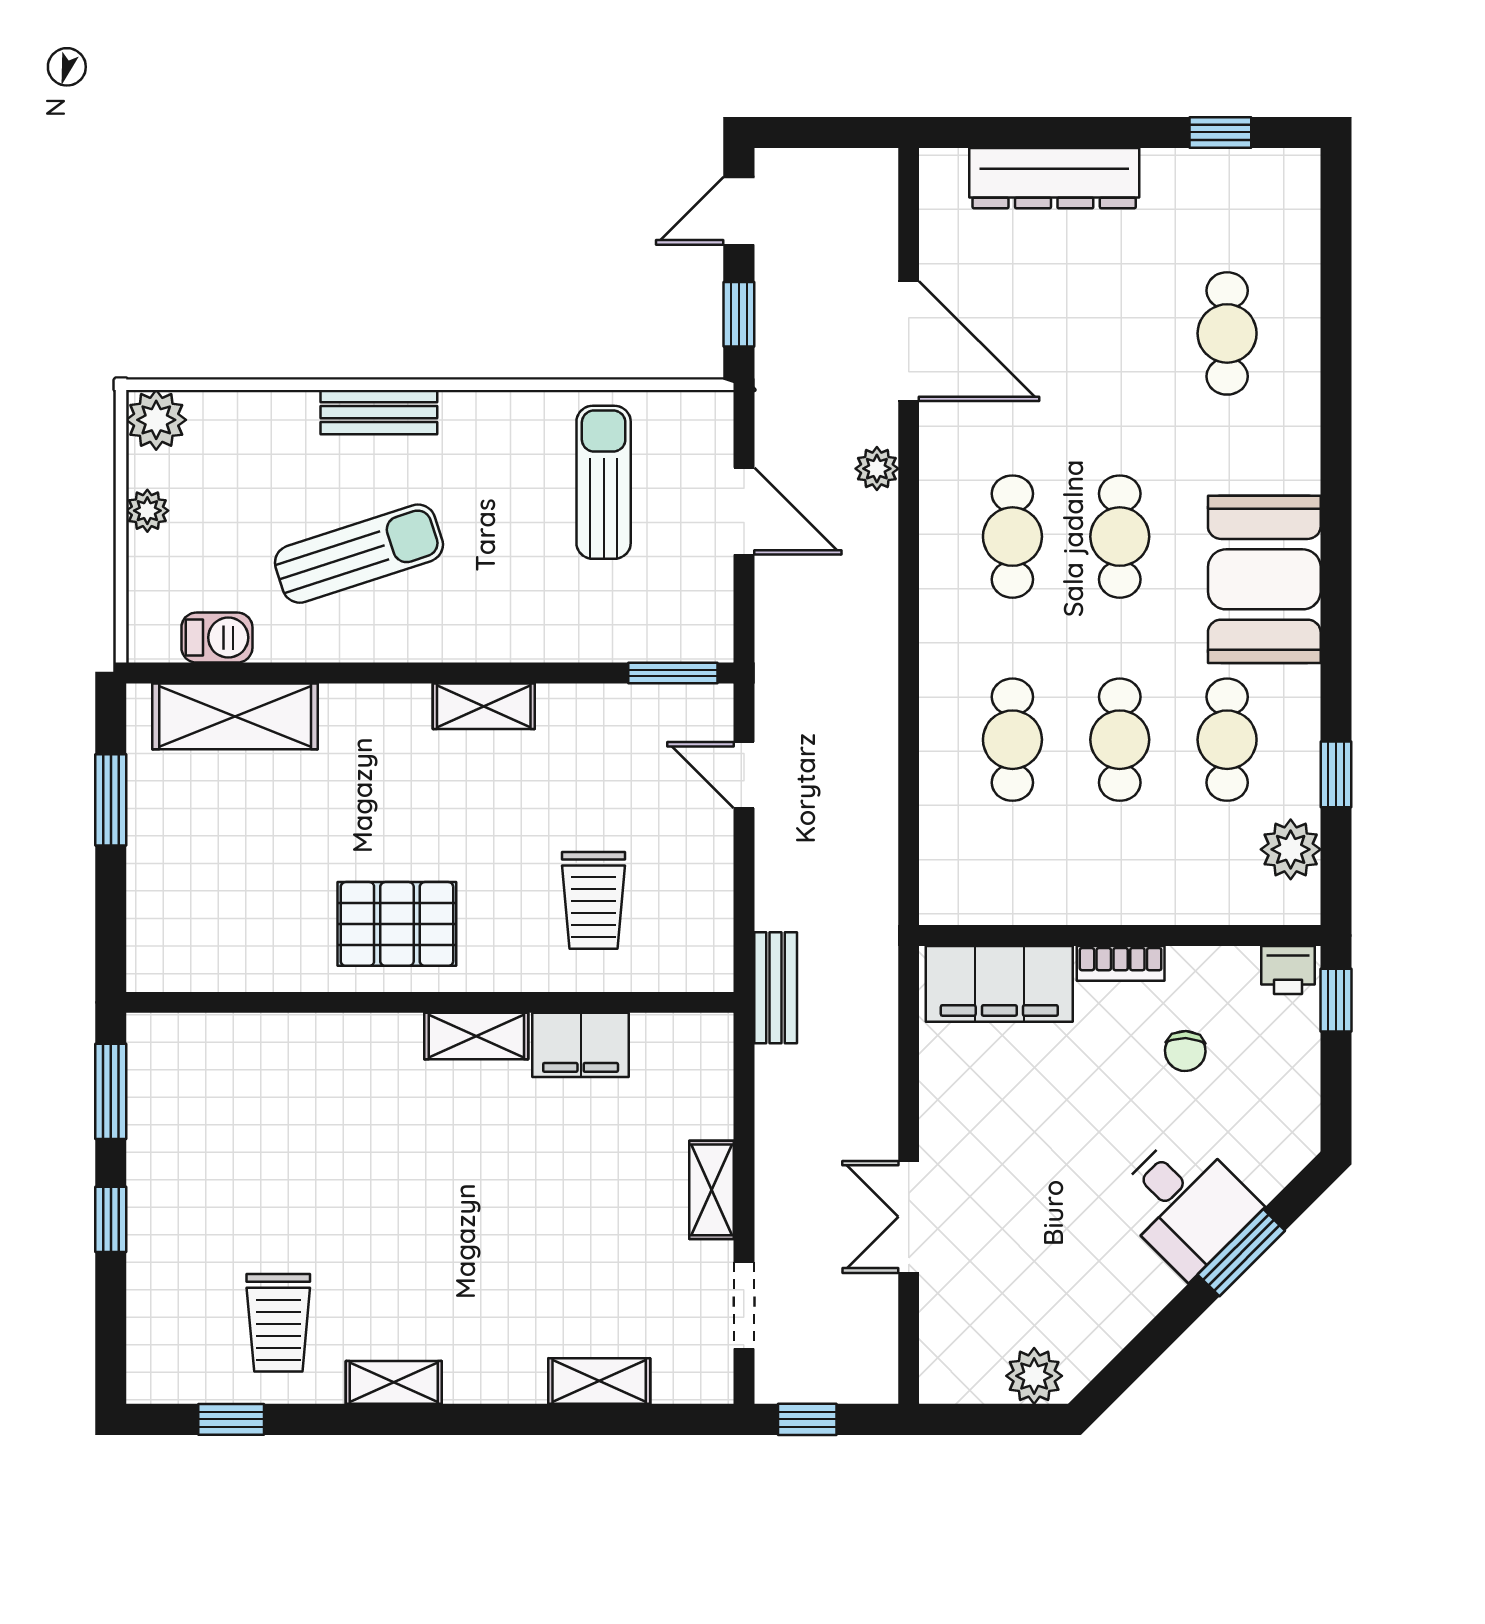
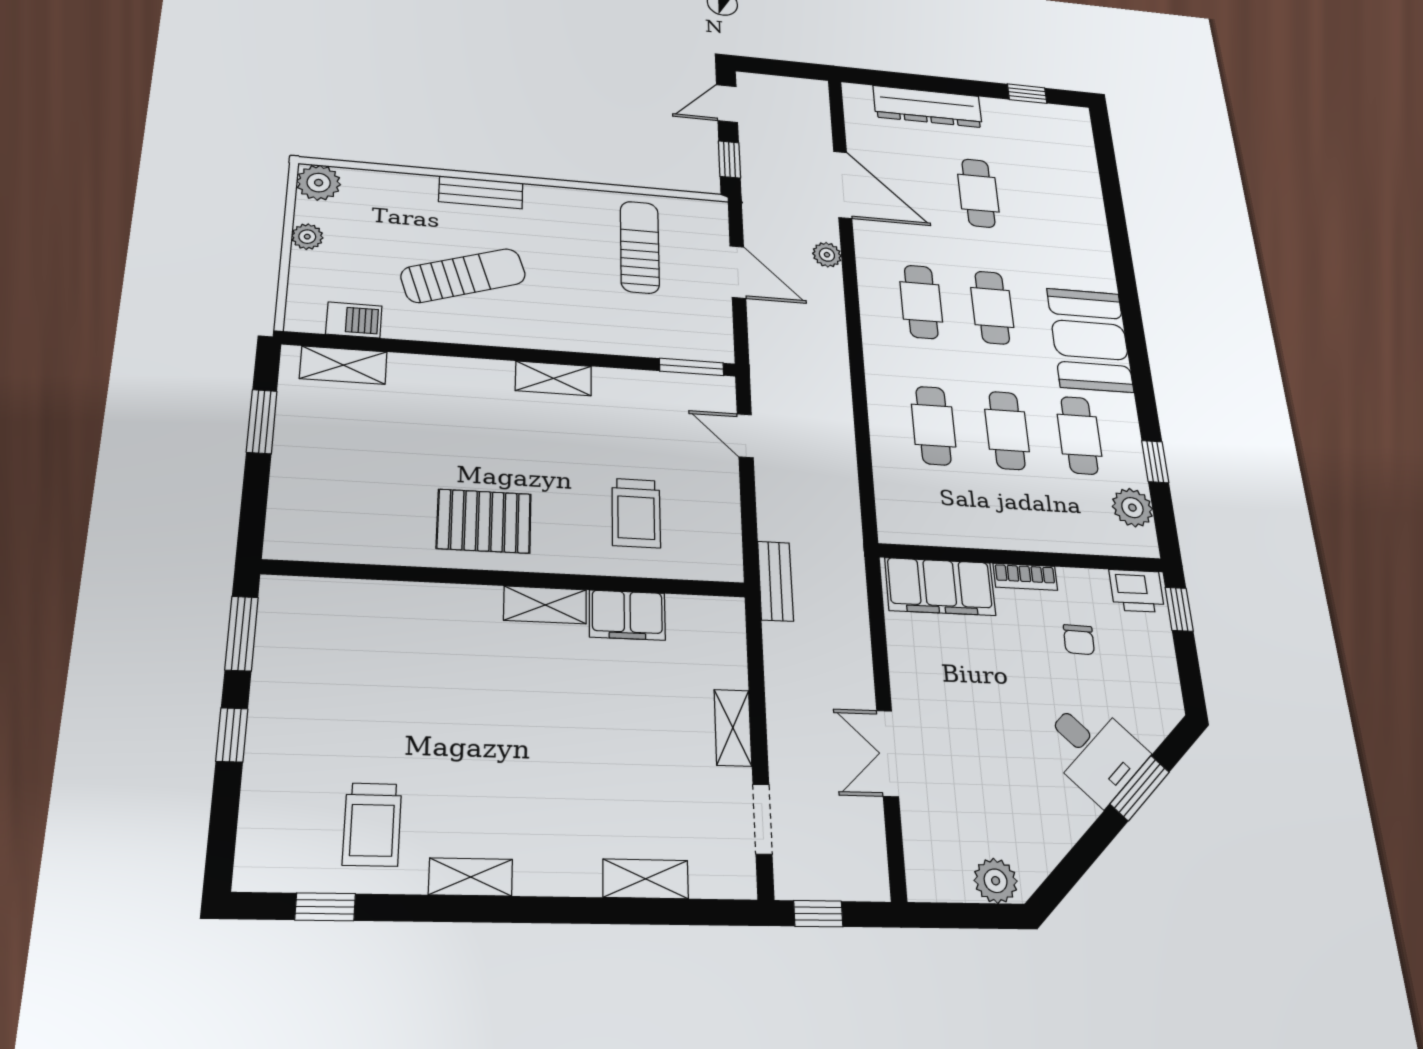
cafe table: (1227, 333) -> (978, 193), moved
shelving: (235, 716) -> (343, 365), width x0.67, depth x0.75
printer: (1288, 970) -> (1137, 591), width x1.36, depth x1.24

